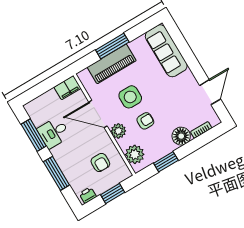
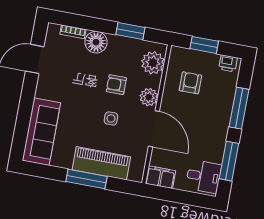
side table: (130, 97) -> (111, 118), width x0.54, depth x0.54
desk: (54, 133) -> (204, 176), moved

